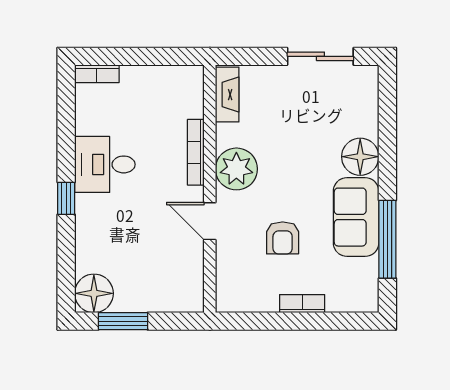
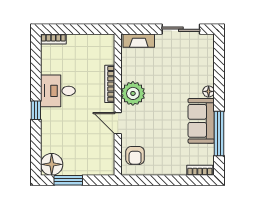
fireplace: (227, 95) -> (139, 41), moved, turned 90
floor lamp: (360, 157) -> (209, 91), width x0.53, depth x0.53
armchair: (283, 238) -> (135, 155), moved
bookcase: (302, 304) -> (200, 170), moved

